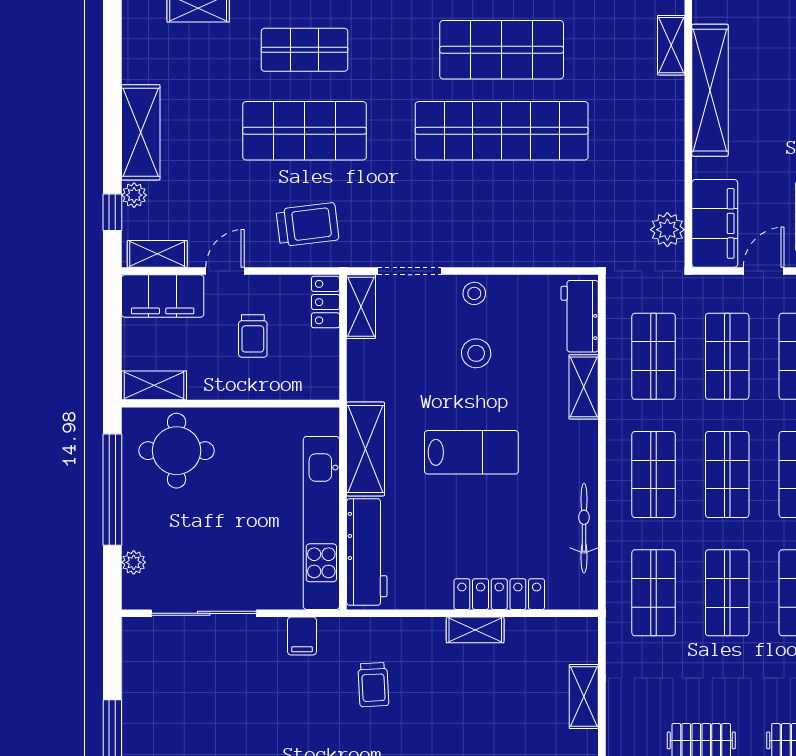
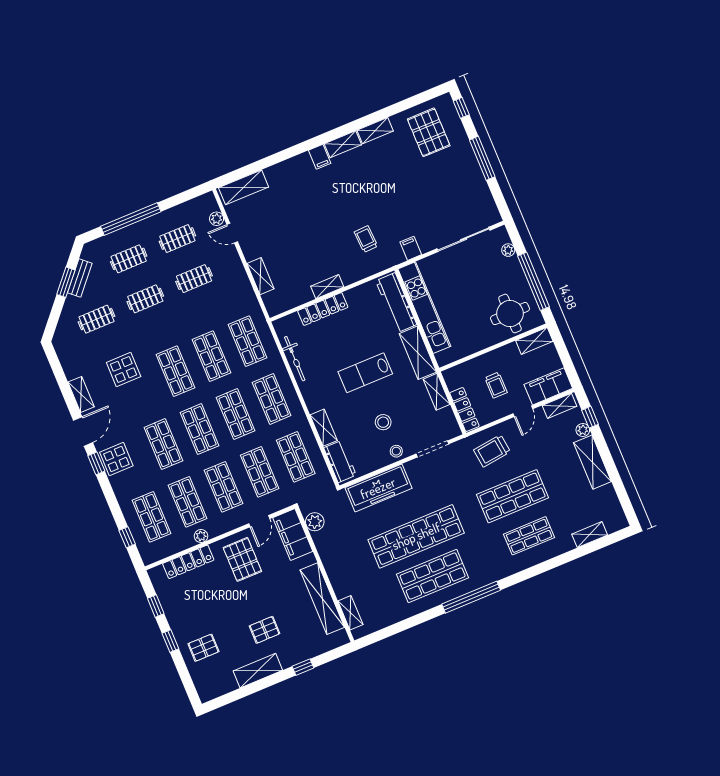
freezer: (532, 242) -> (378, 488), added
locker: (325, 302) -> (464, 410), width x1.53
shelving: (361, 307) -> (437, 392), moved
trolley: (253, 336) -> (496, 385), turned 180

